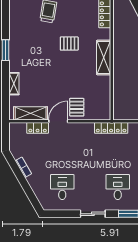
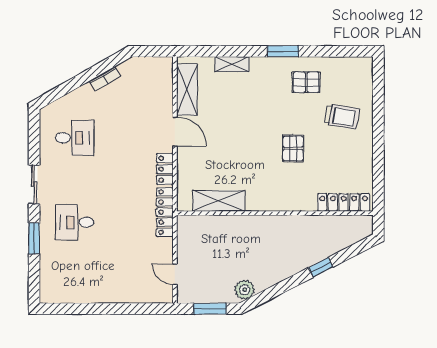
shelving: (104, 58) -> (219, 201), moved
pallet: (77, 107) -> (306, 82), moved
locker: (38, 128) -> (165, 169), moved
desk: (118, 187) -> (75, 222), turned 180

